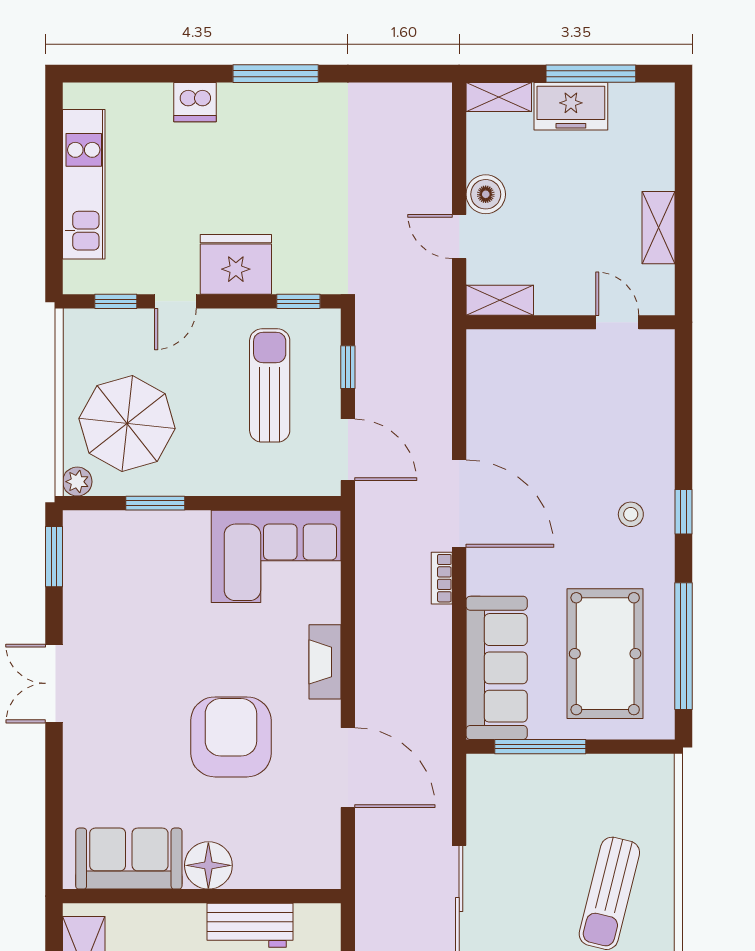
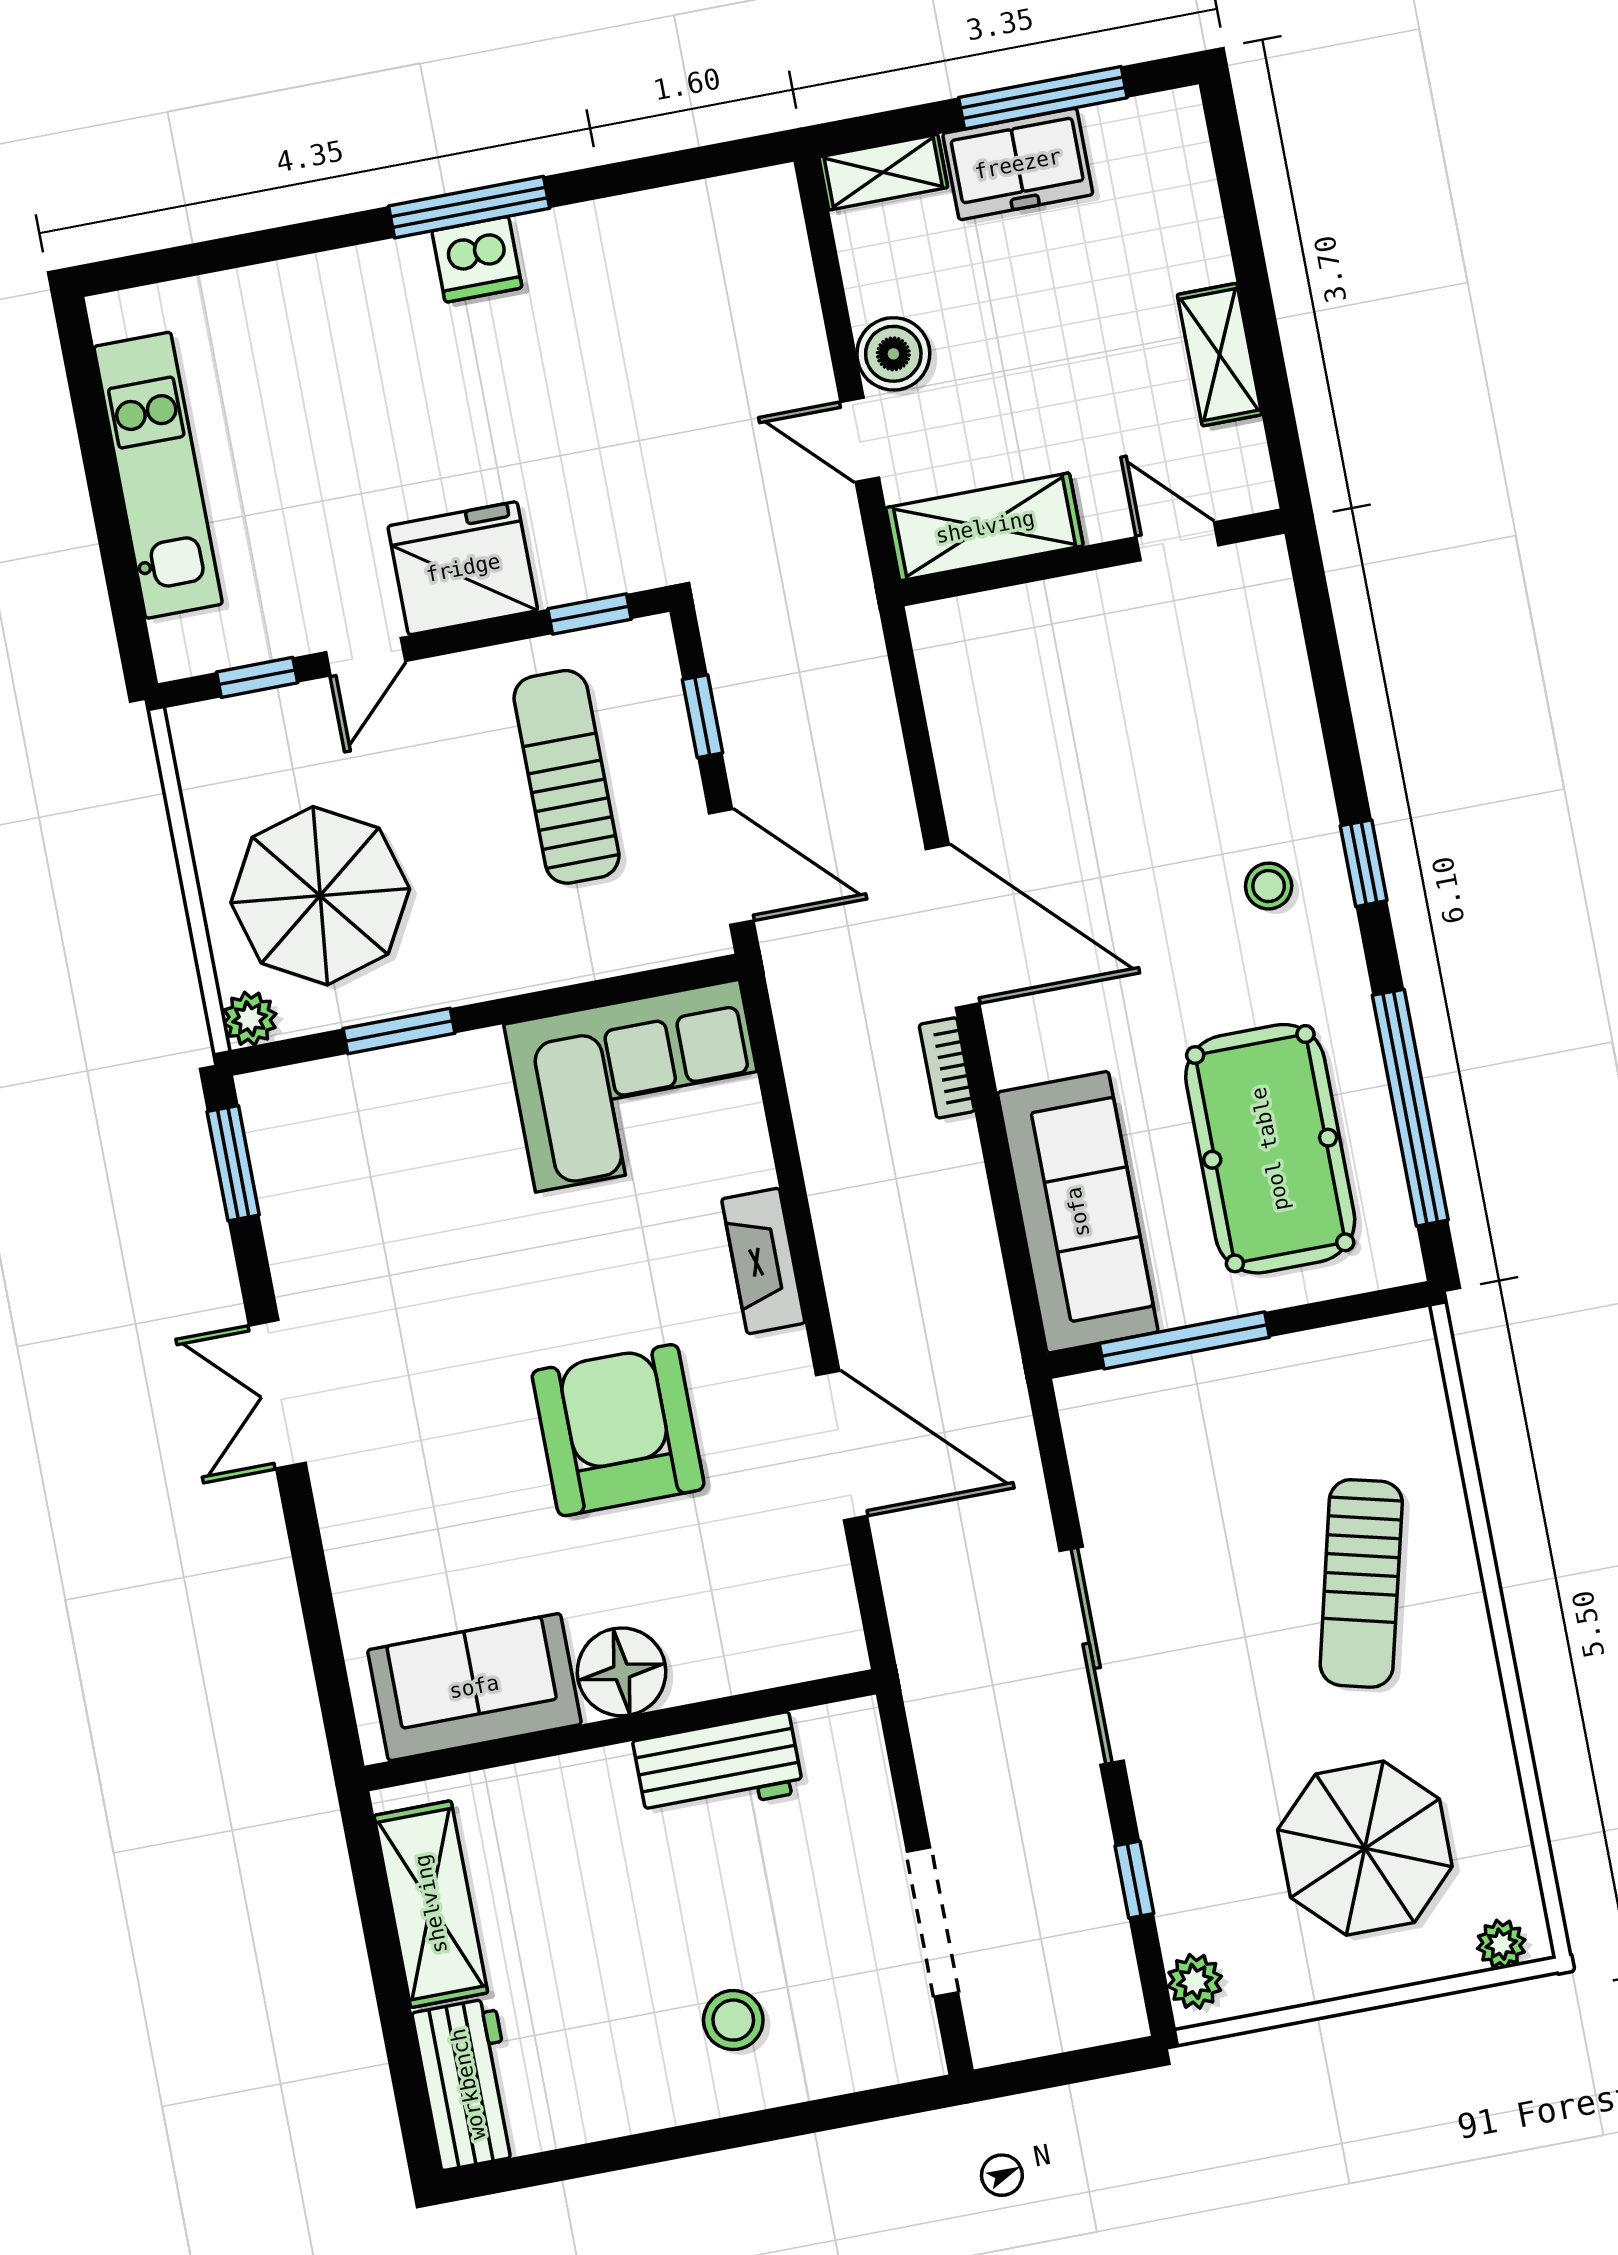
dishwasher: (195, 102) -> (477, 259), moved
shelving: (500, 300) -> (985, 527), width x1.50, depth x1.33

